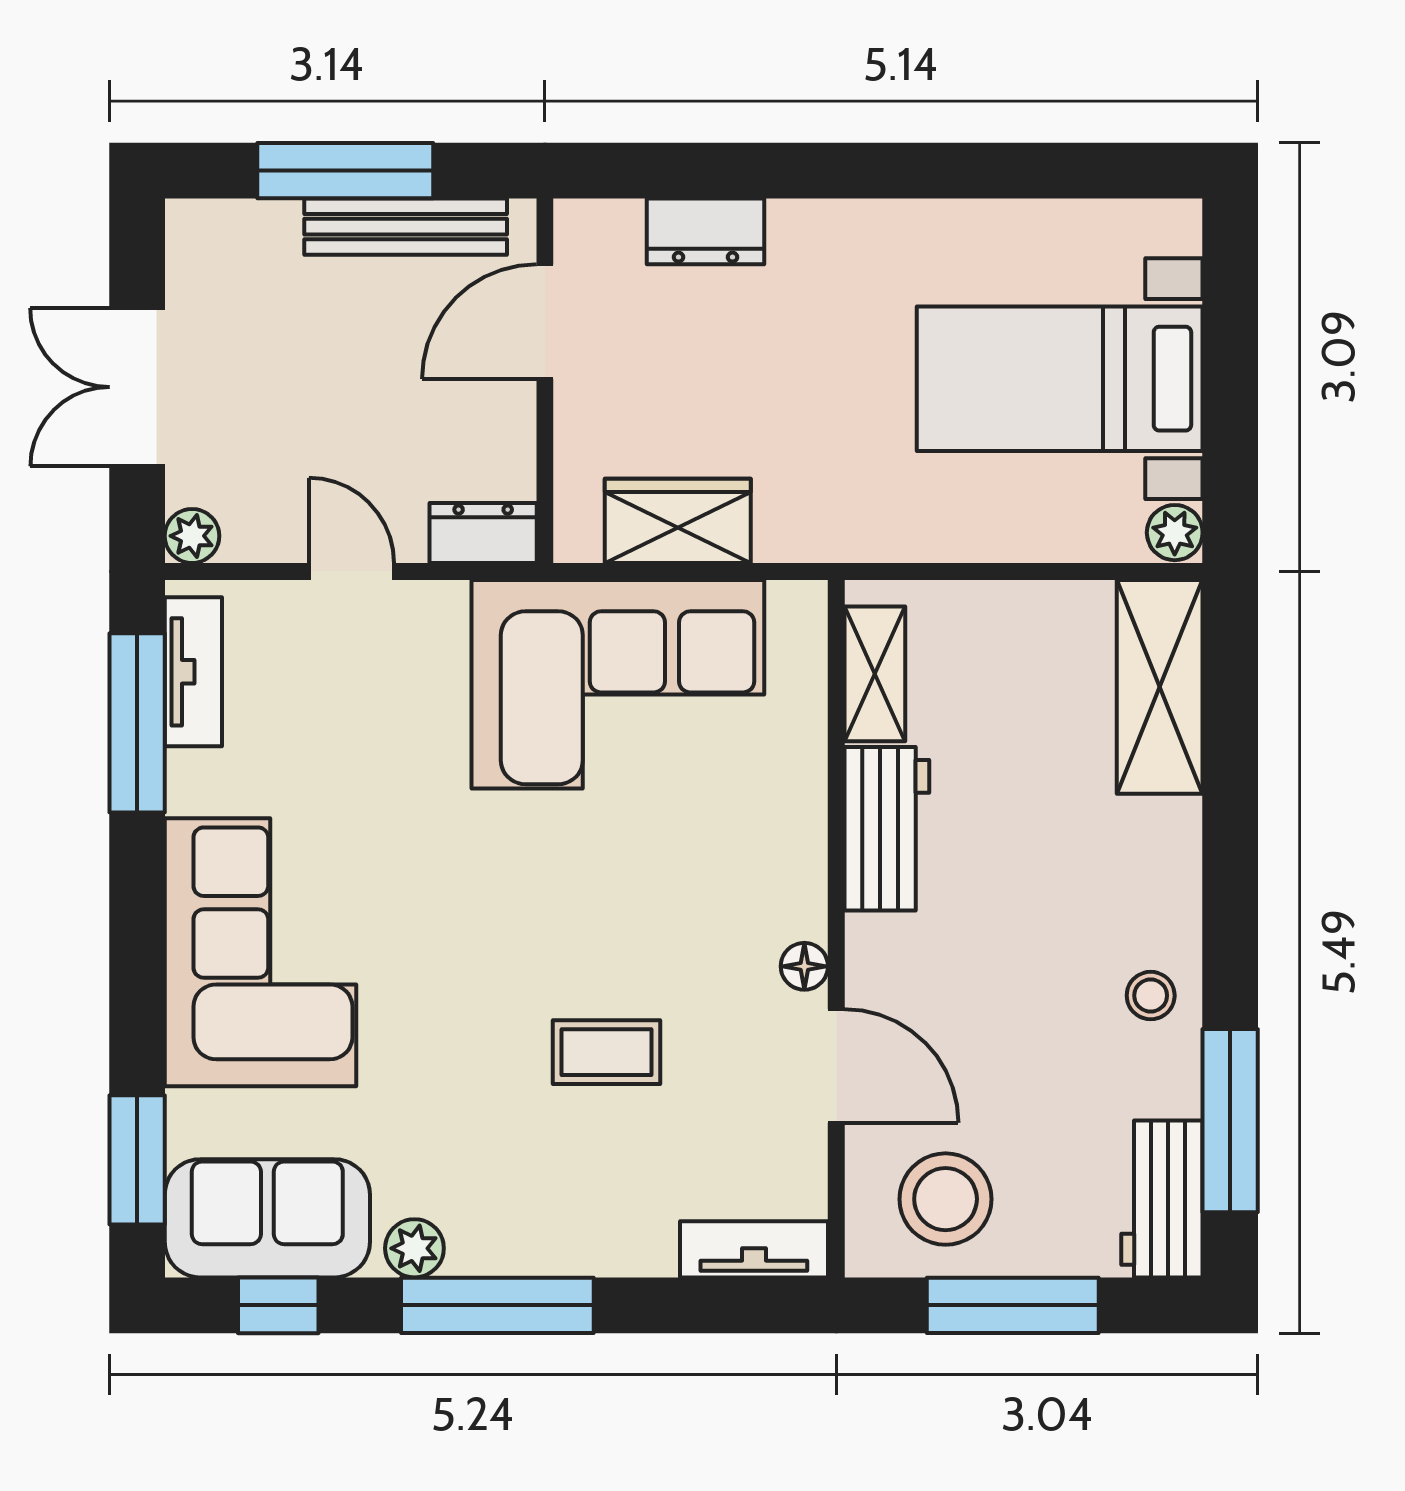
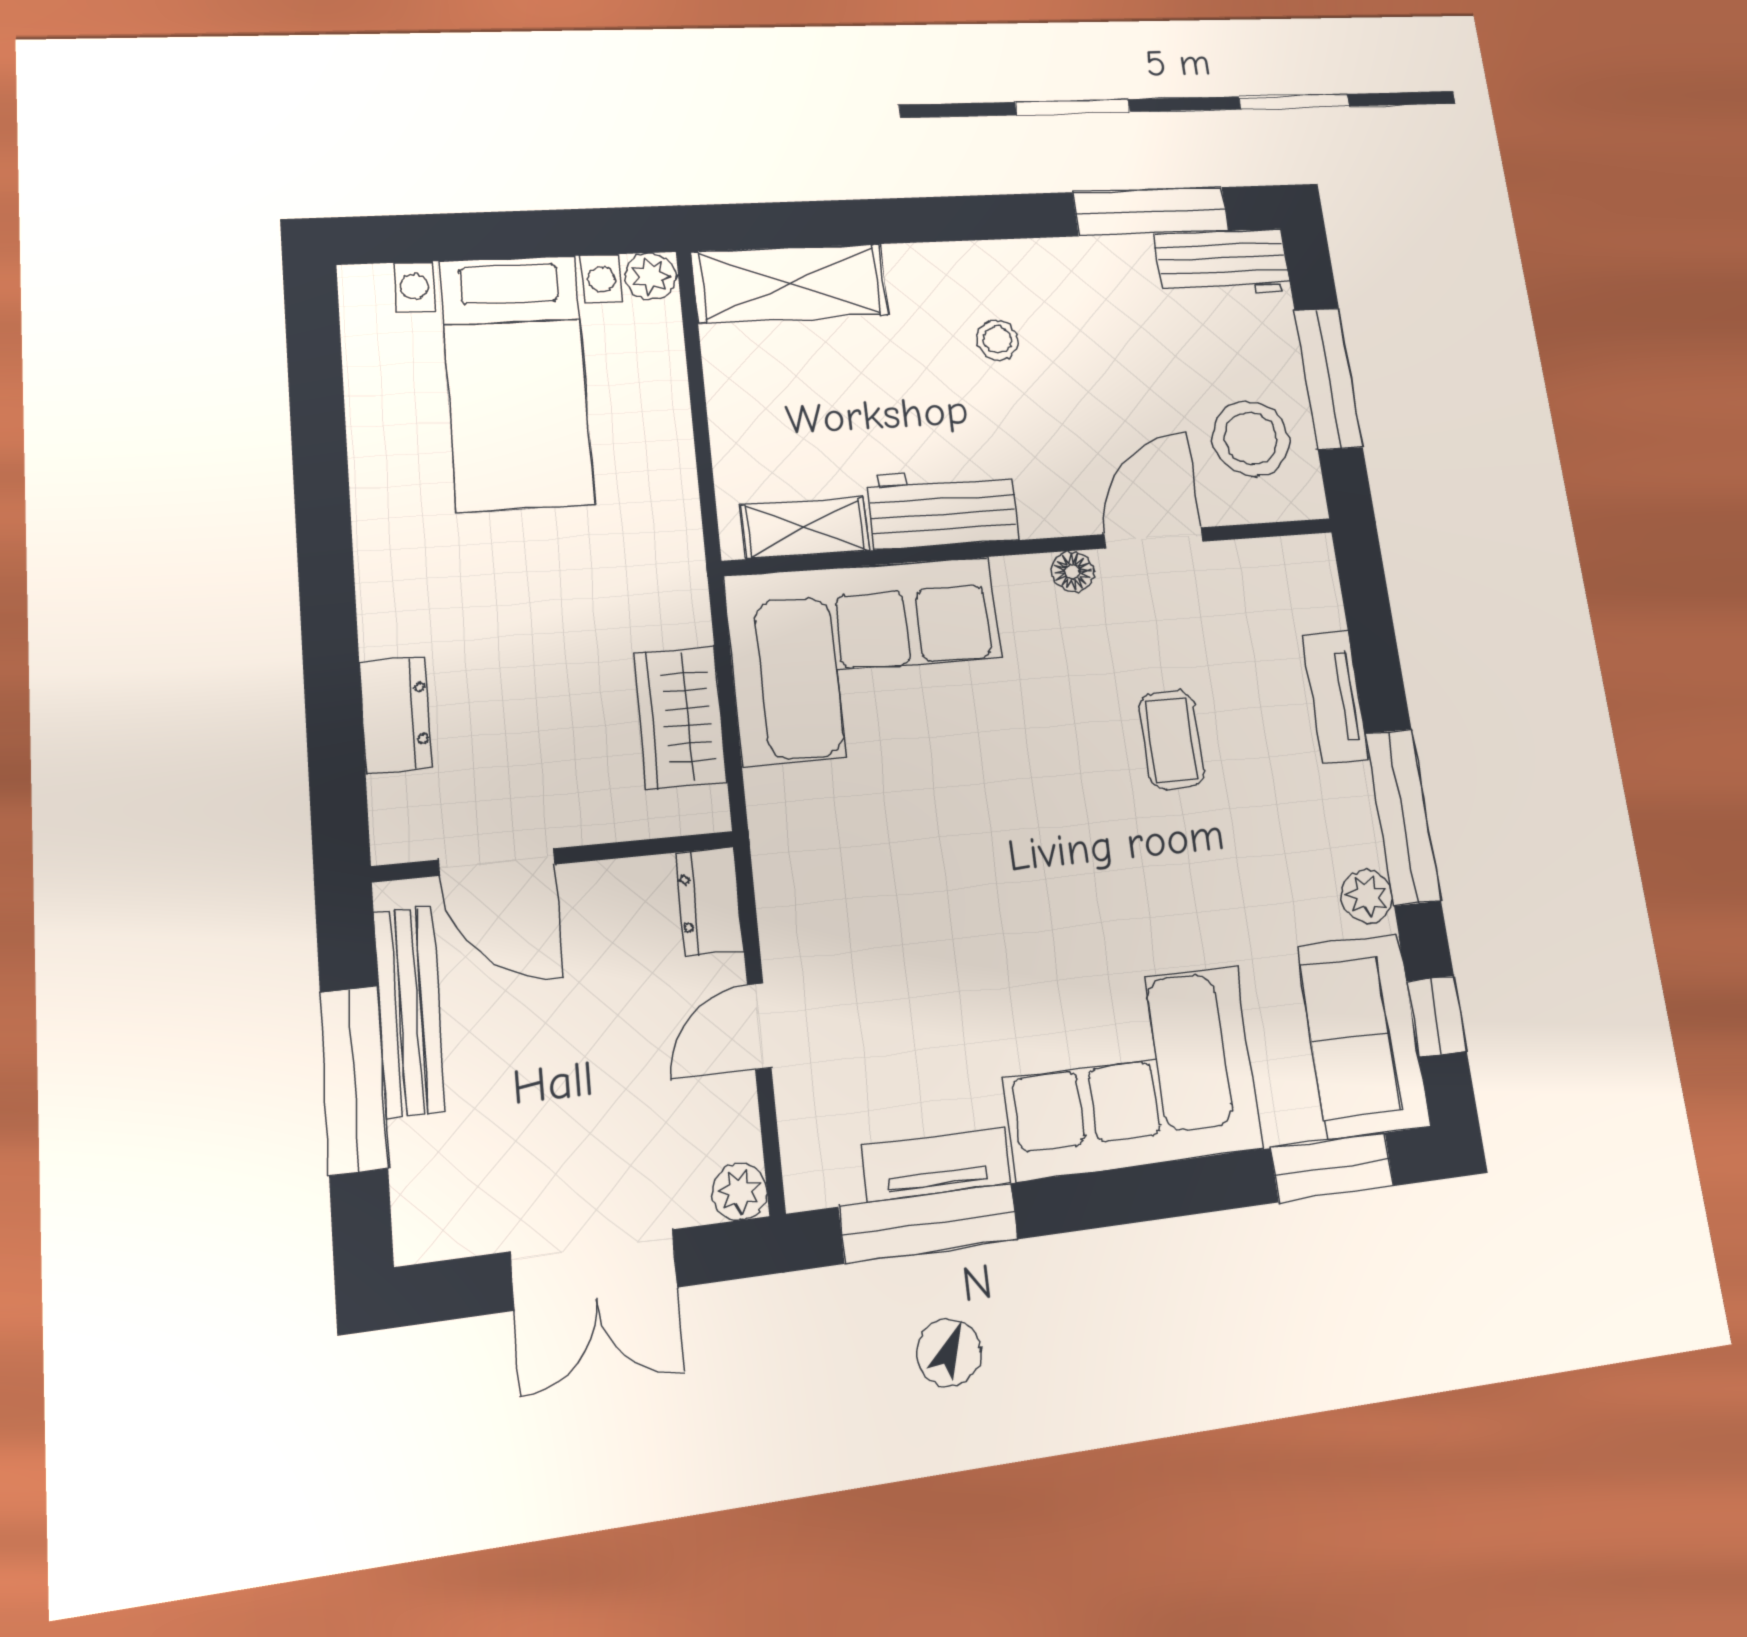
tv unit: (193, 672) -> (937, 1164), moved
corner sofa: (618, 684) -> (868, 660), moved, turned 90
stool: (1151, 996) -> (998, 340), moved
tv unit: (754, 1249) -> (1335, 697), moved

